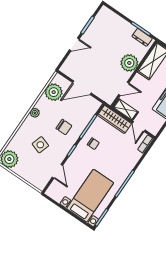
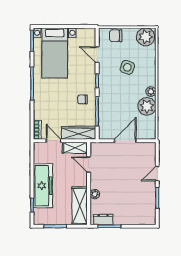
plant: (129, 63) -> (95, 194), width x0.53, depth x0.53
door: (124, 89) -> (89, 165), hinge flipped
plant: (54, 92) -> (147, 106), moved
chair: (64, 127) -> (116, 36), moved

